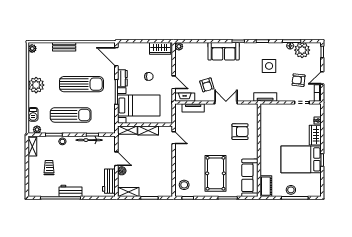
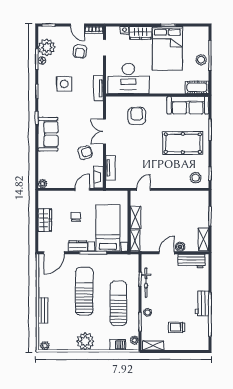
wardrobe: (160, 48) -> (45, 220), moved
desk: (274, 124) -> (128, 78), added

